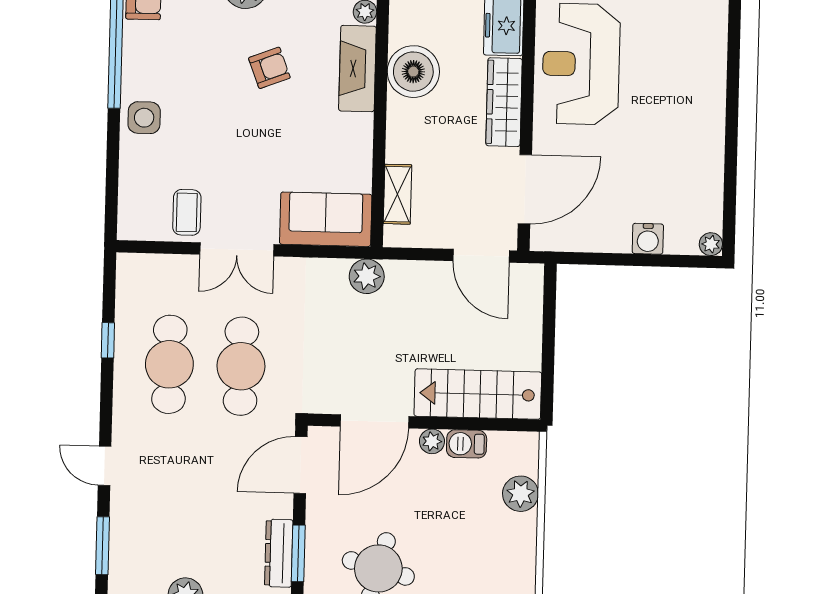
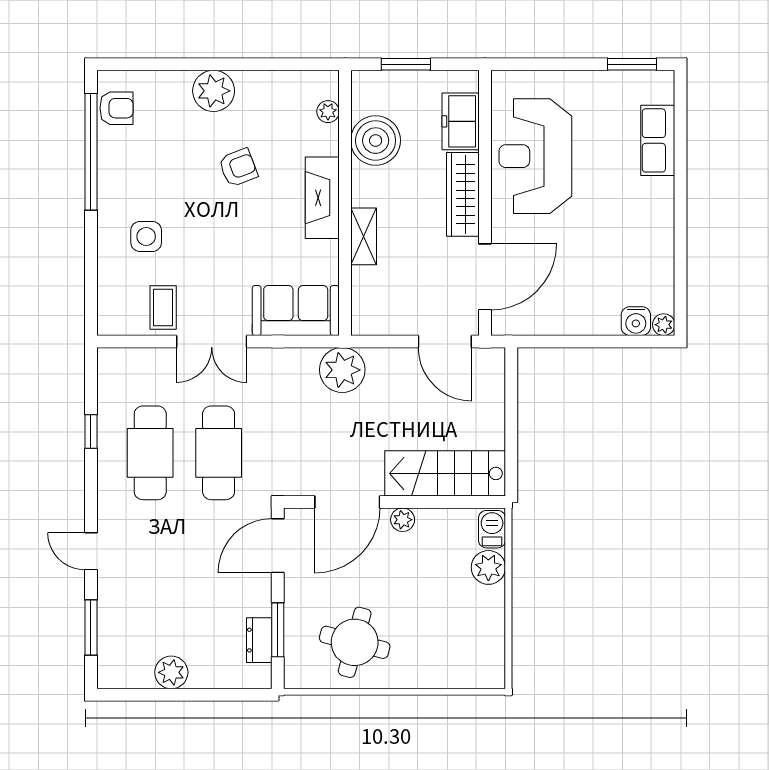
row of seats: (710, 51) -> (658, 140), added
fireplace: (357, 69) -> (322, 198), moved
boiler: (413, 72) -> (376, 141), moved
side table: (144, 118) -> (146, 236), moved
shelving: (397, 194) -> (364, 236), moved
water cooler: (648, 239) -> (636, 321), moved
plant: (367, 276) -> (342, 370), width x1.36, depth x1.36
barbecue: (467, 444) -> (492, 529), moved, turned 90
dresser: (279, 553) -> (259, 640), width x0.70

